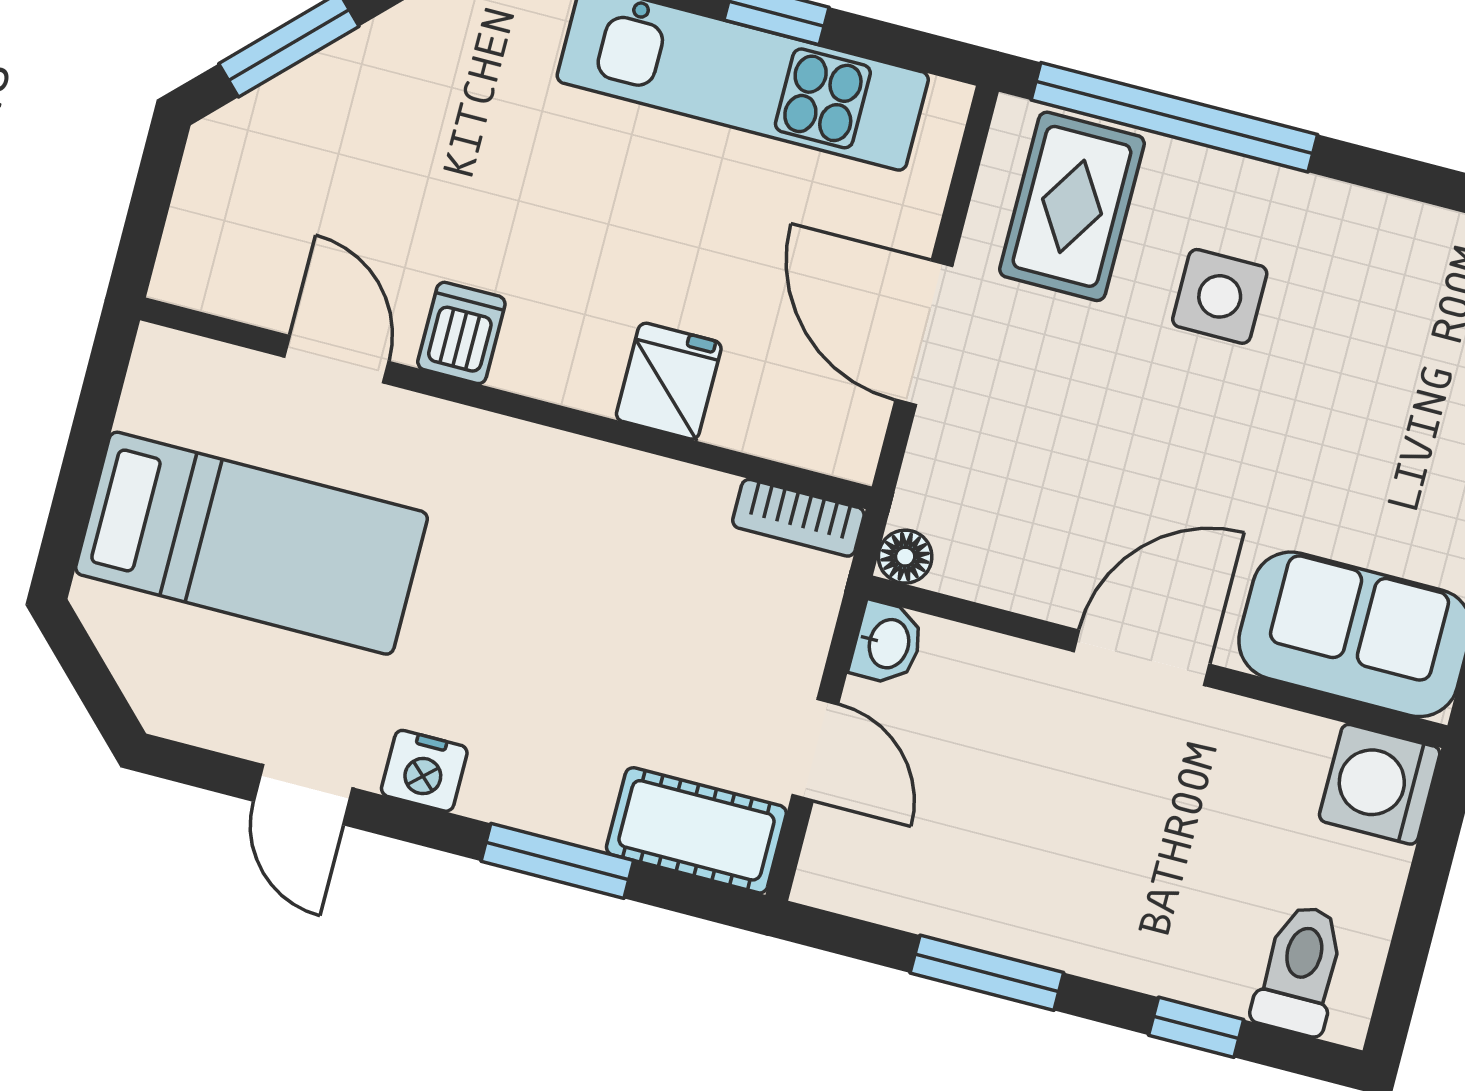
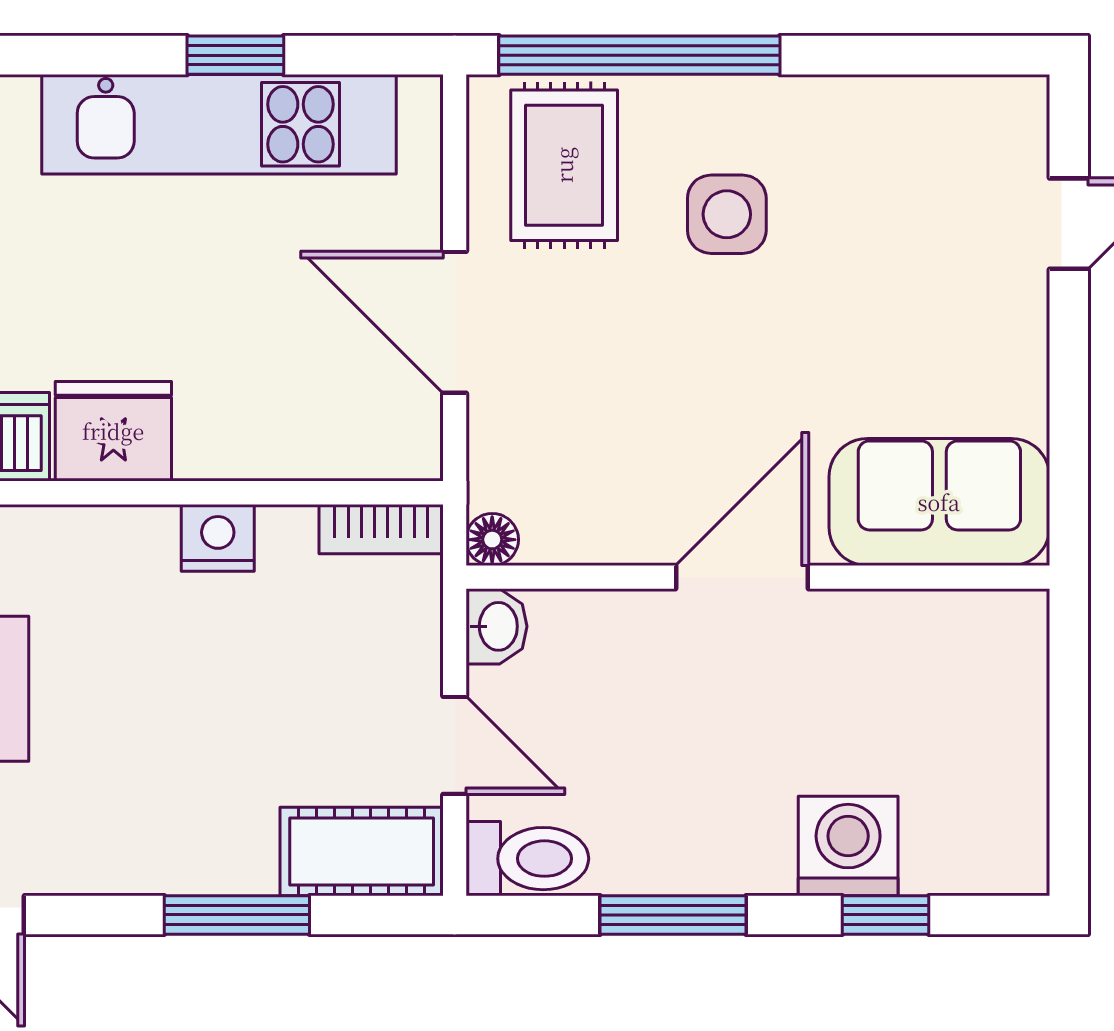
fridge: (669, 381) -> (113, 431), moved, width x1.38
nightstand: (424, 771) -> (218, 538), moved, turned 180
washing machine: (1380, 784) -> (848, 846), moved, turned 90
toilet: (1300, 970) -> (527, 859), moved, turned 90

